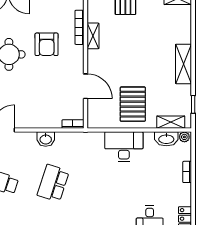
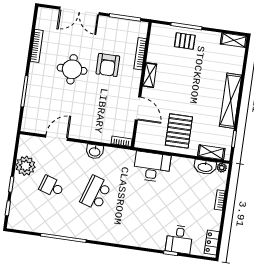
shelving: (93, 36) -> (150, 75), moved
shelving: (184, 64) -> (231, 101), width x1.47
desk: (124, 147) -> (152, 167), moved

